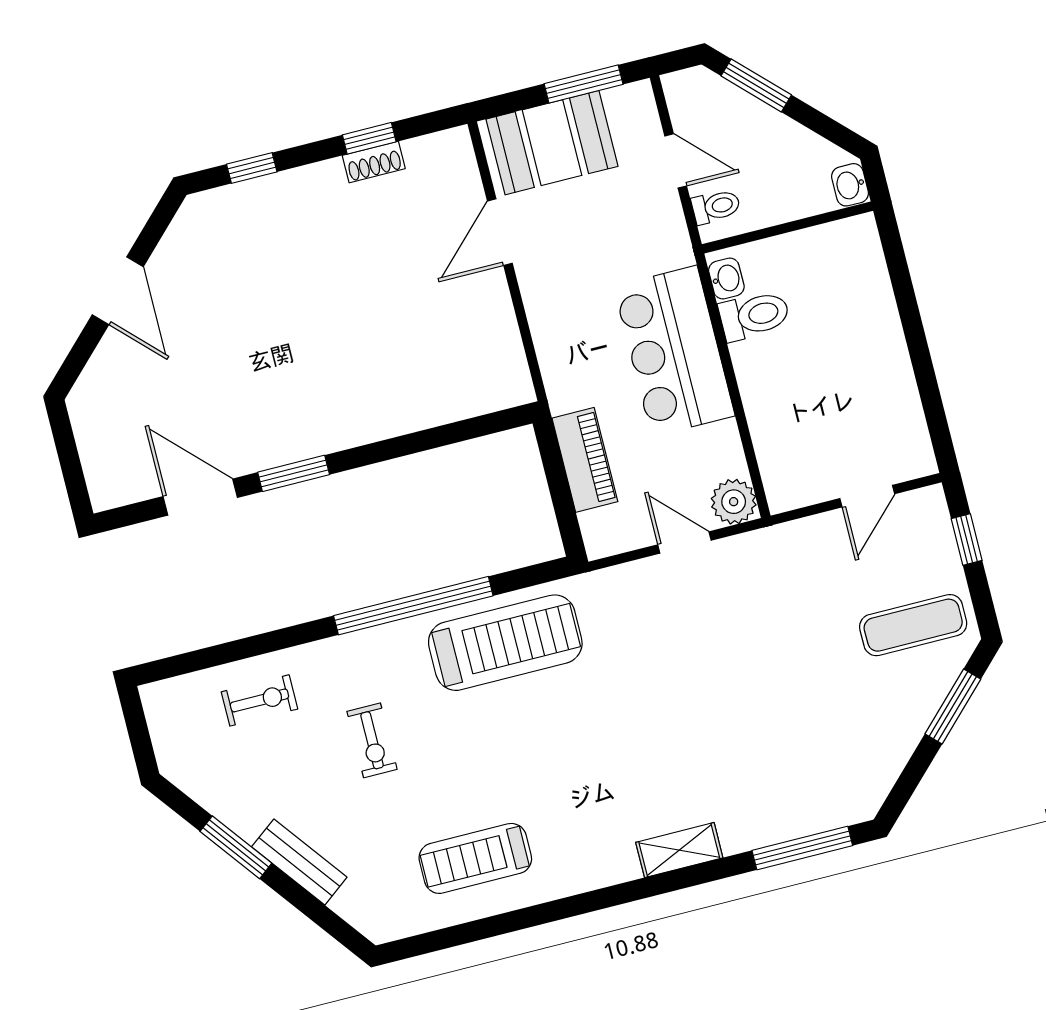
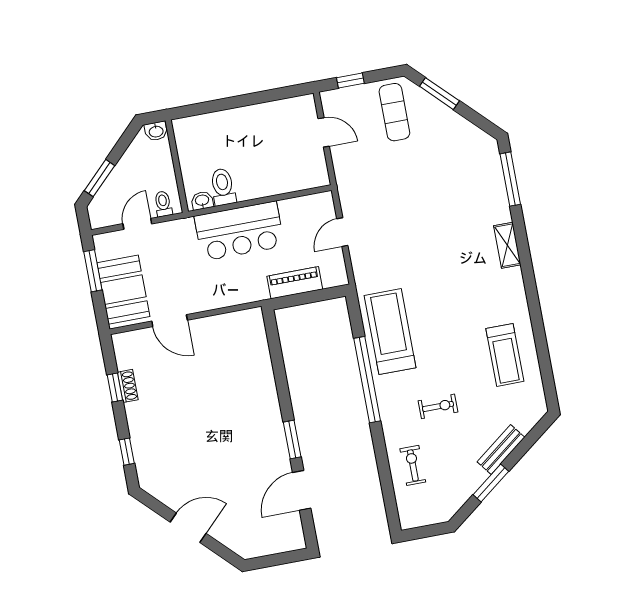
plant: (734, 502) -> (322, 204), removed

